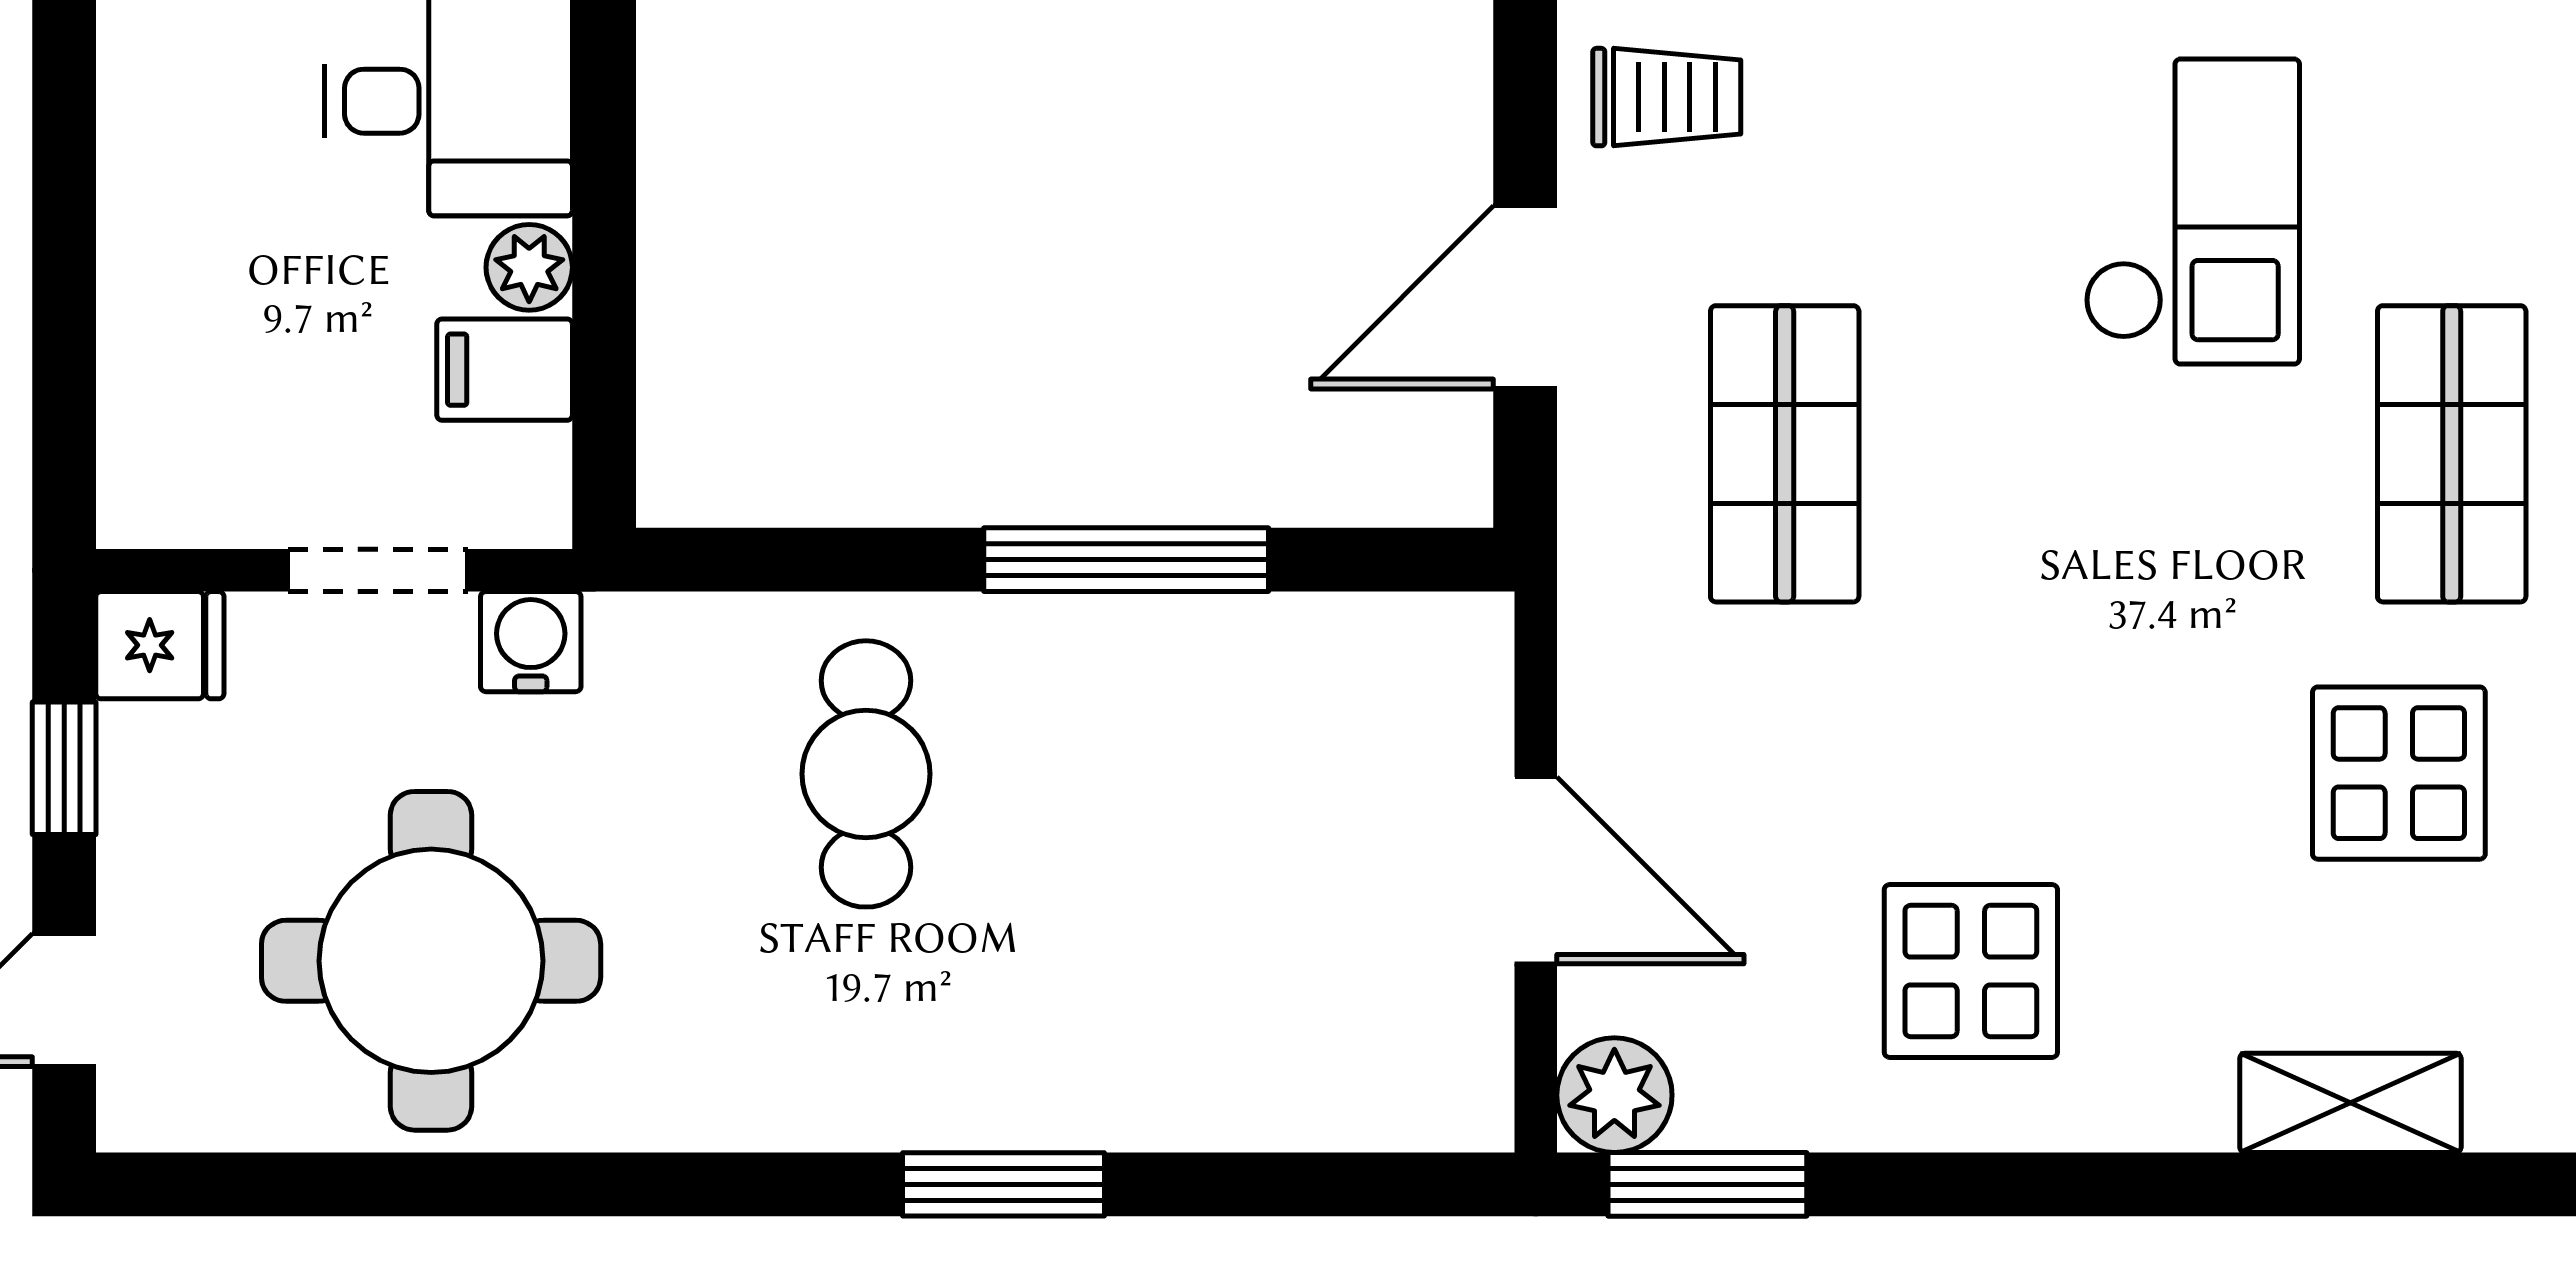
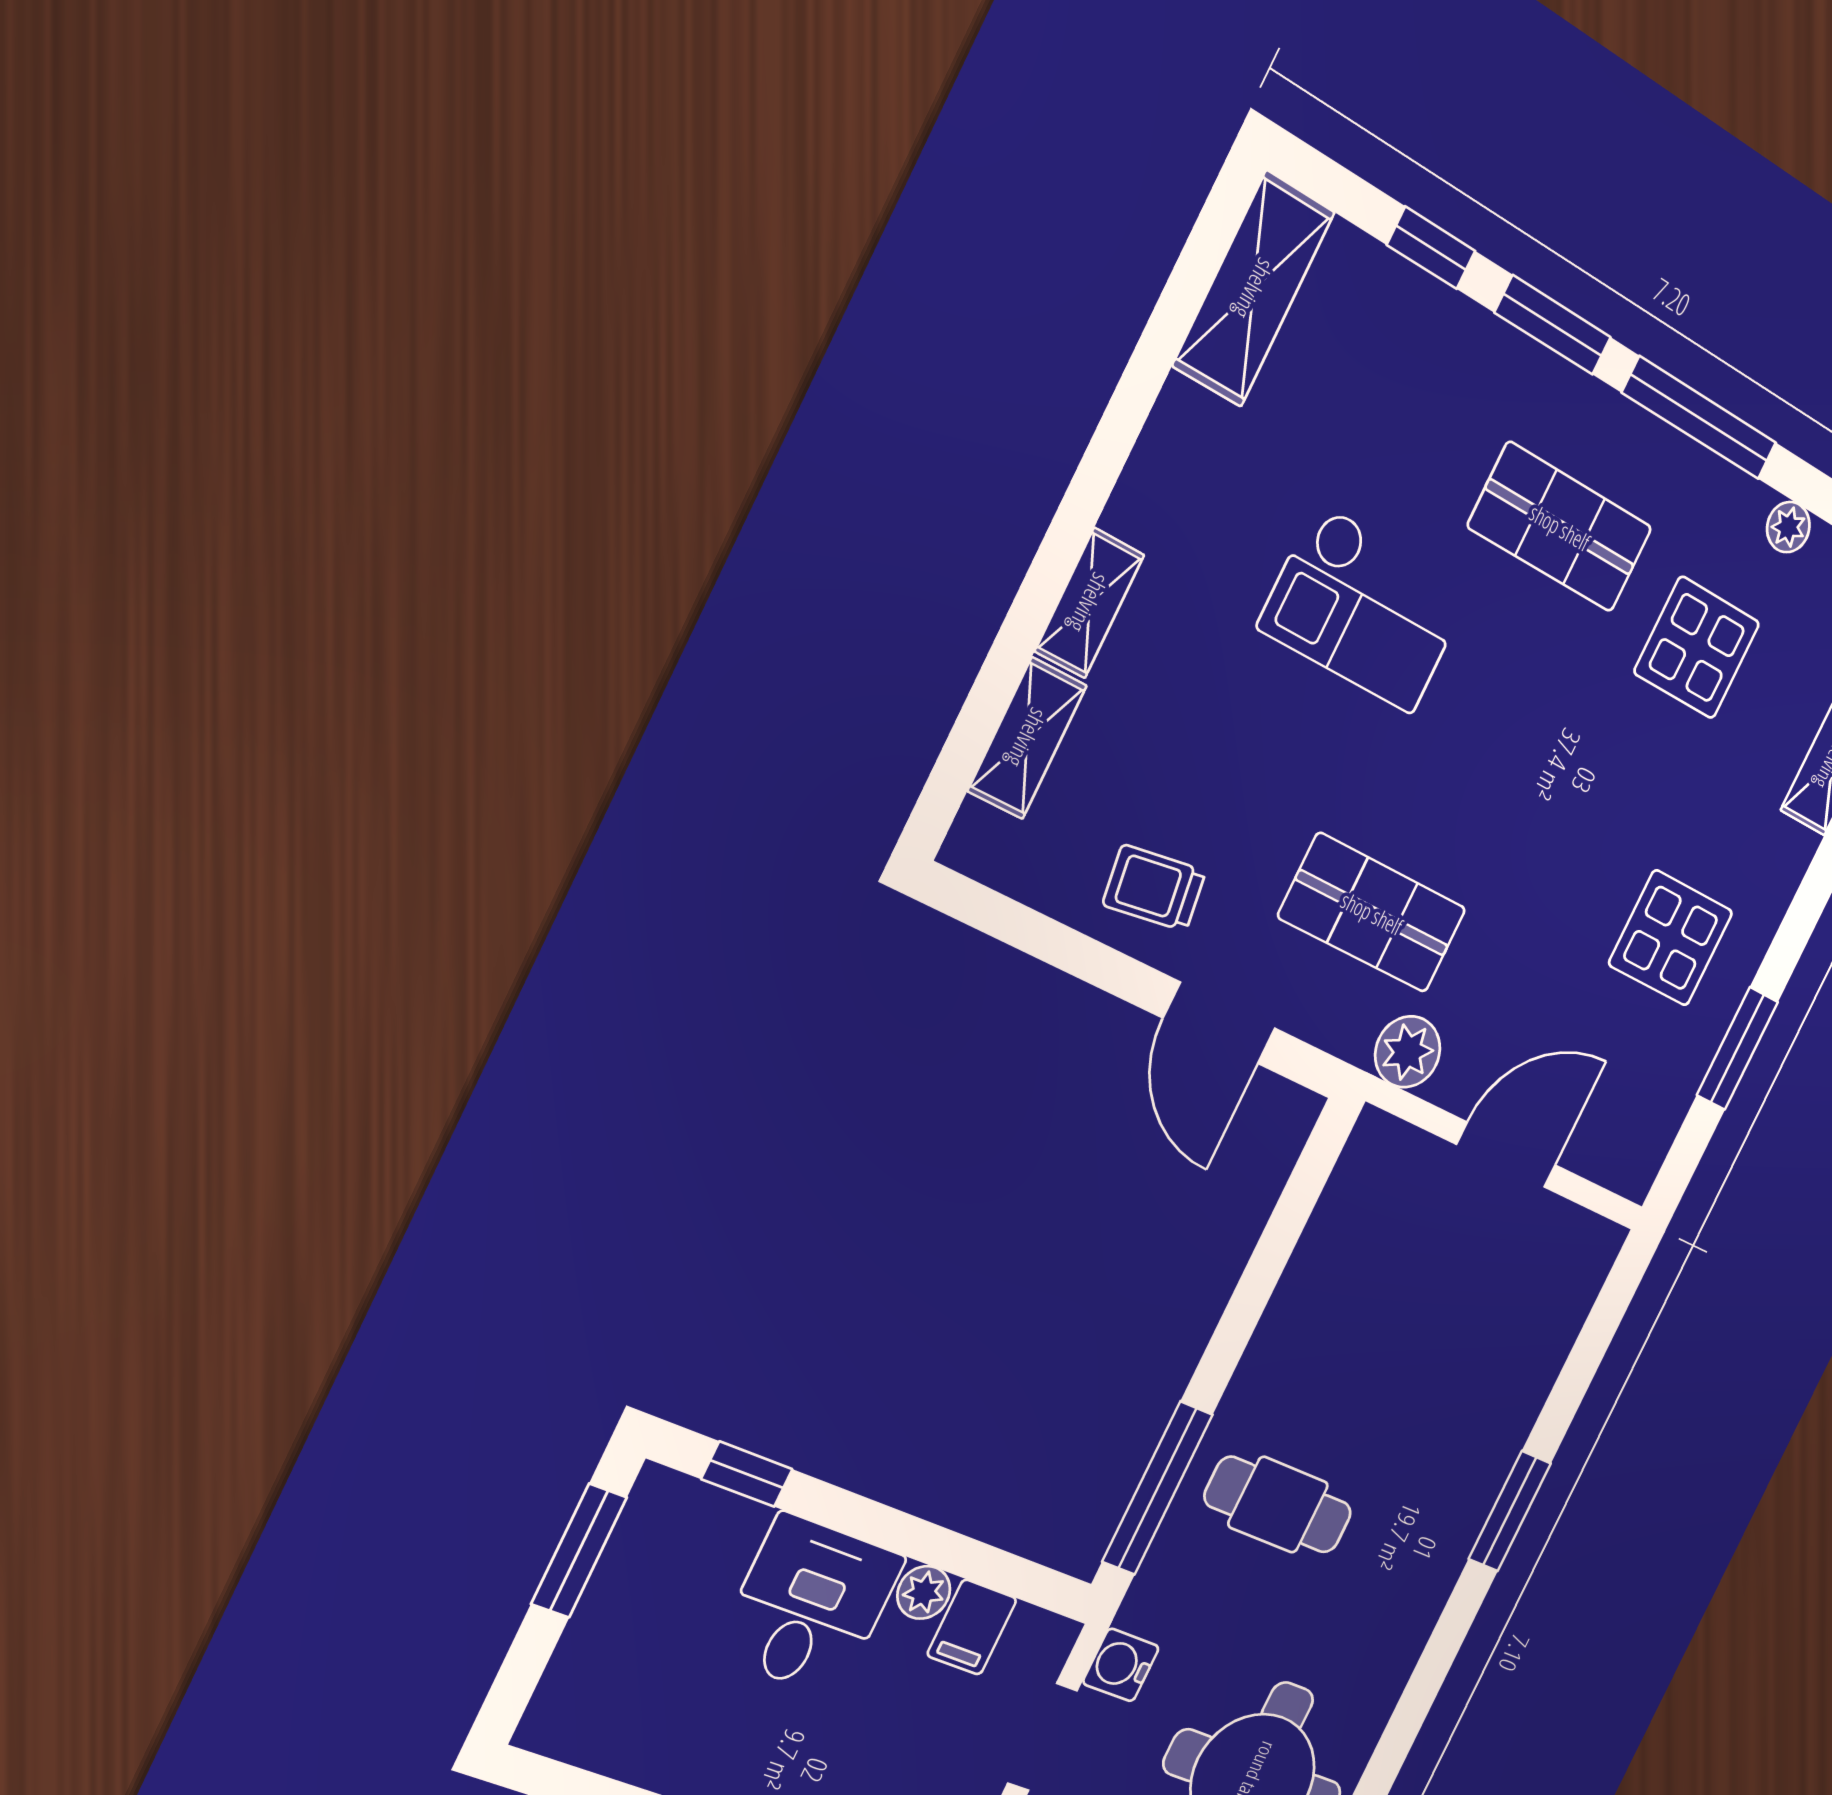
trolley: (1667, 97) -> (1154, 888), turned -98
checkout: (2192, 212) -> (1365, 609), turned 180
window: (1126, 560) -> (1157, 1488), moved
plant: (1614, 1095) -> (1408, 1052), moved
window: (1707, 1184) -> (1737, 1048), moved

